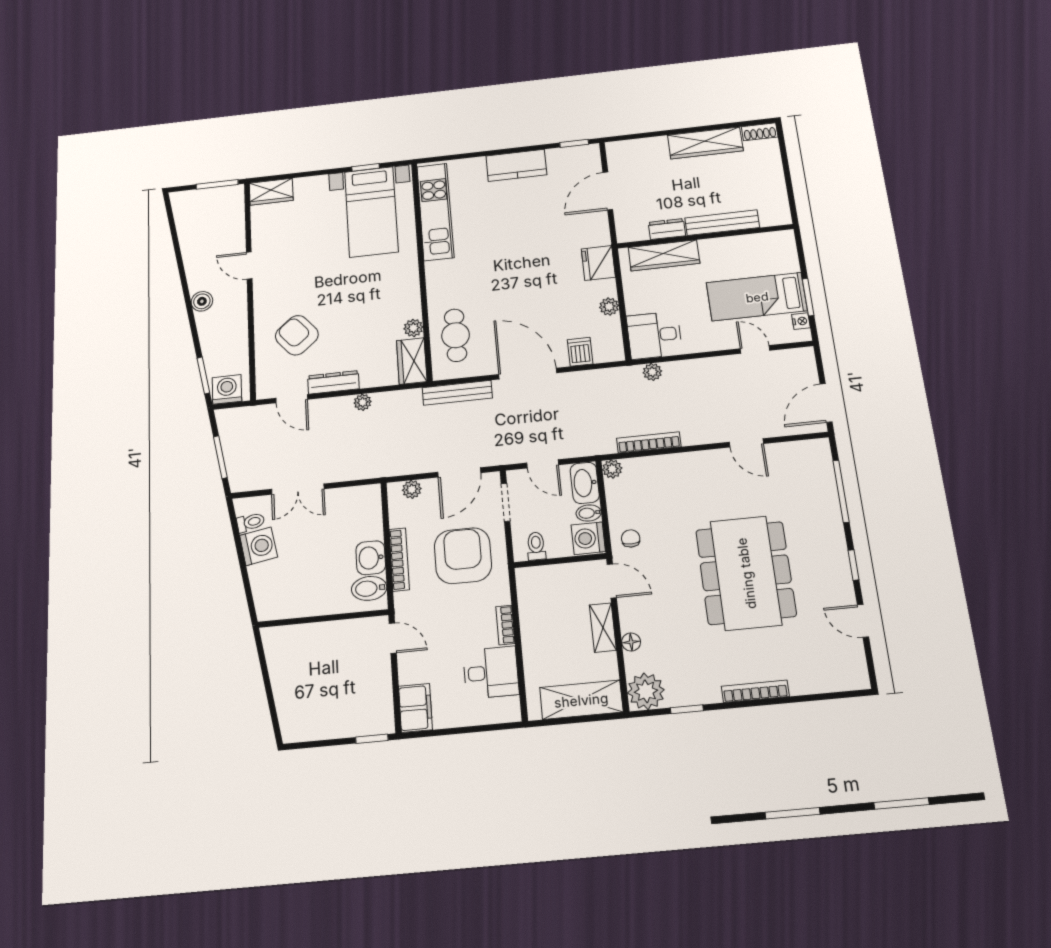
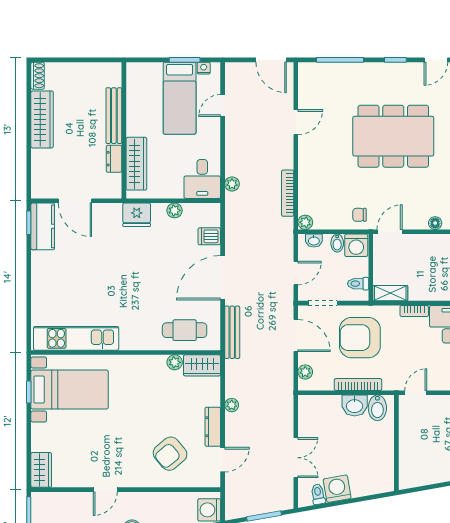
kitchen counter: (516, 165) -> (43, 226), moved
washbasin: (585, 483) -> (314, 241), width x0.52, depth x0.69
shelving: (603, 628) -> (390, 293), moved

